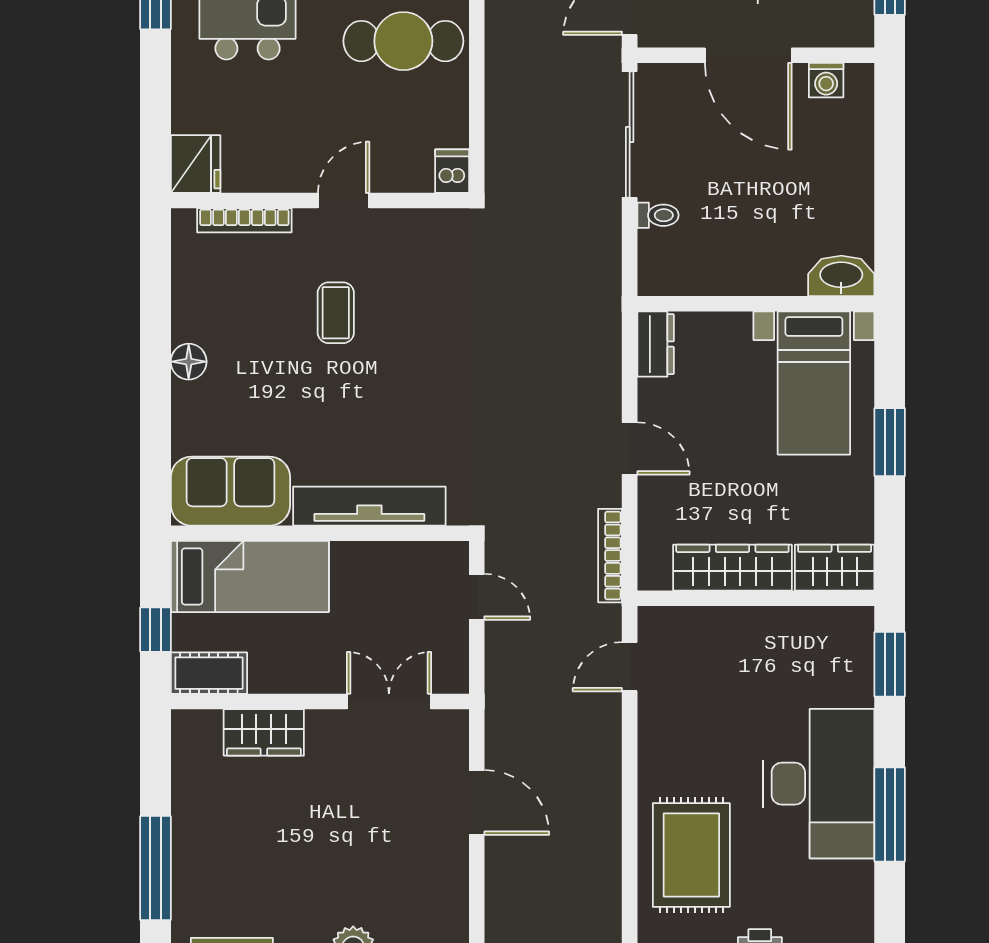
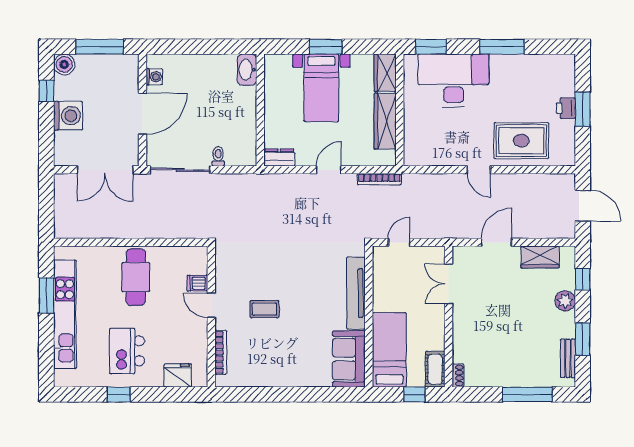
fridge: (196, 164) -> (178, 375), moved
dishwasher: (452, 171) -> (197, 283), moved
floor lamp: (189, 362) -> (288, 379), removed
bed with nightstands: (814, 383) -> (321, 88), moved, turned 90
door: (630, 667) -> (479, 170), moved
shoe rack: (196, 721) -> (458, 375), added
wardrobe: (264, 732) -> (540, 257), moved, turned 90
desk: (818, 784) -> (453, 80), moved

